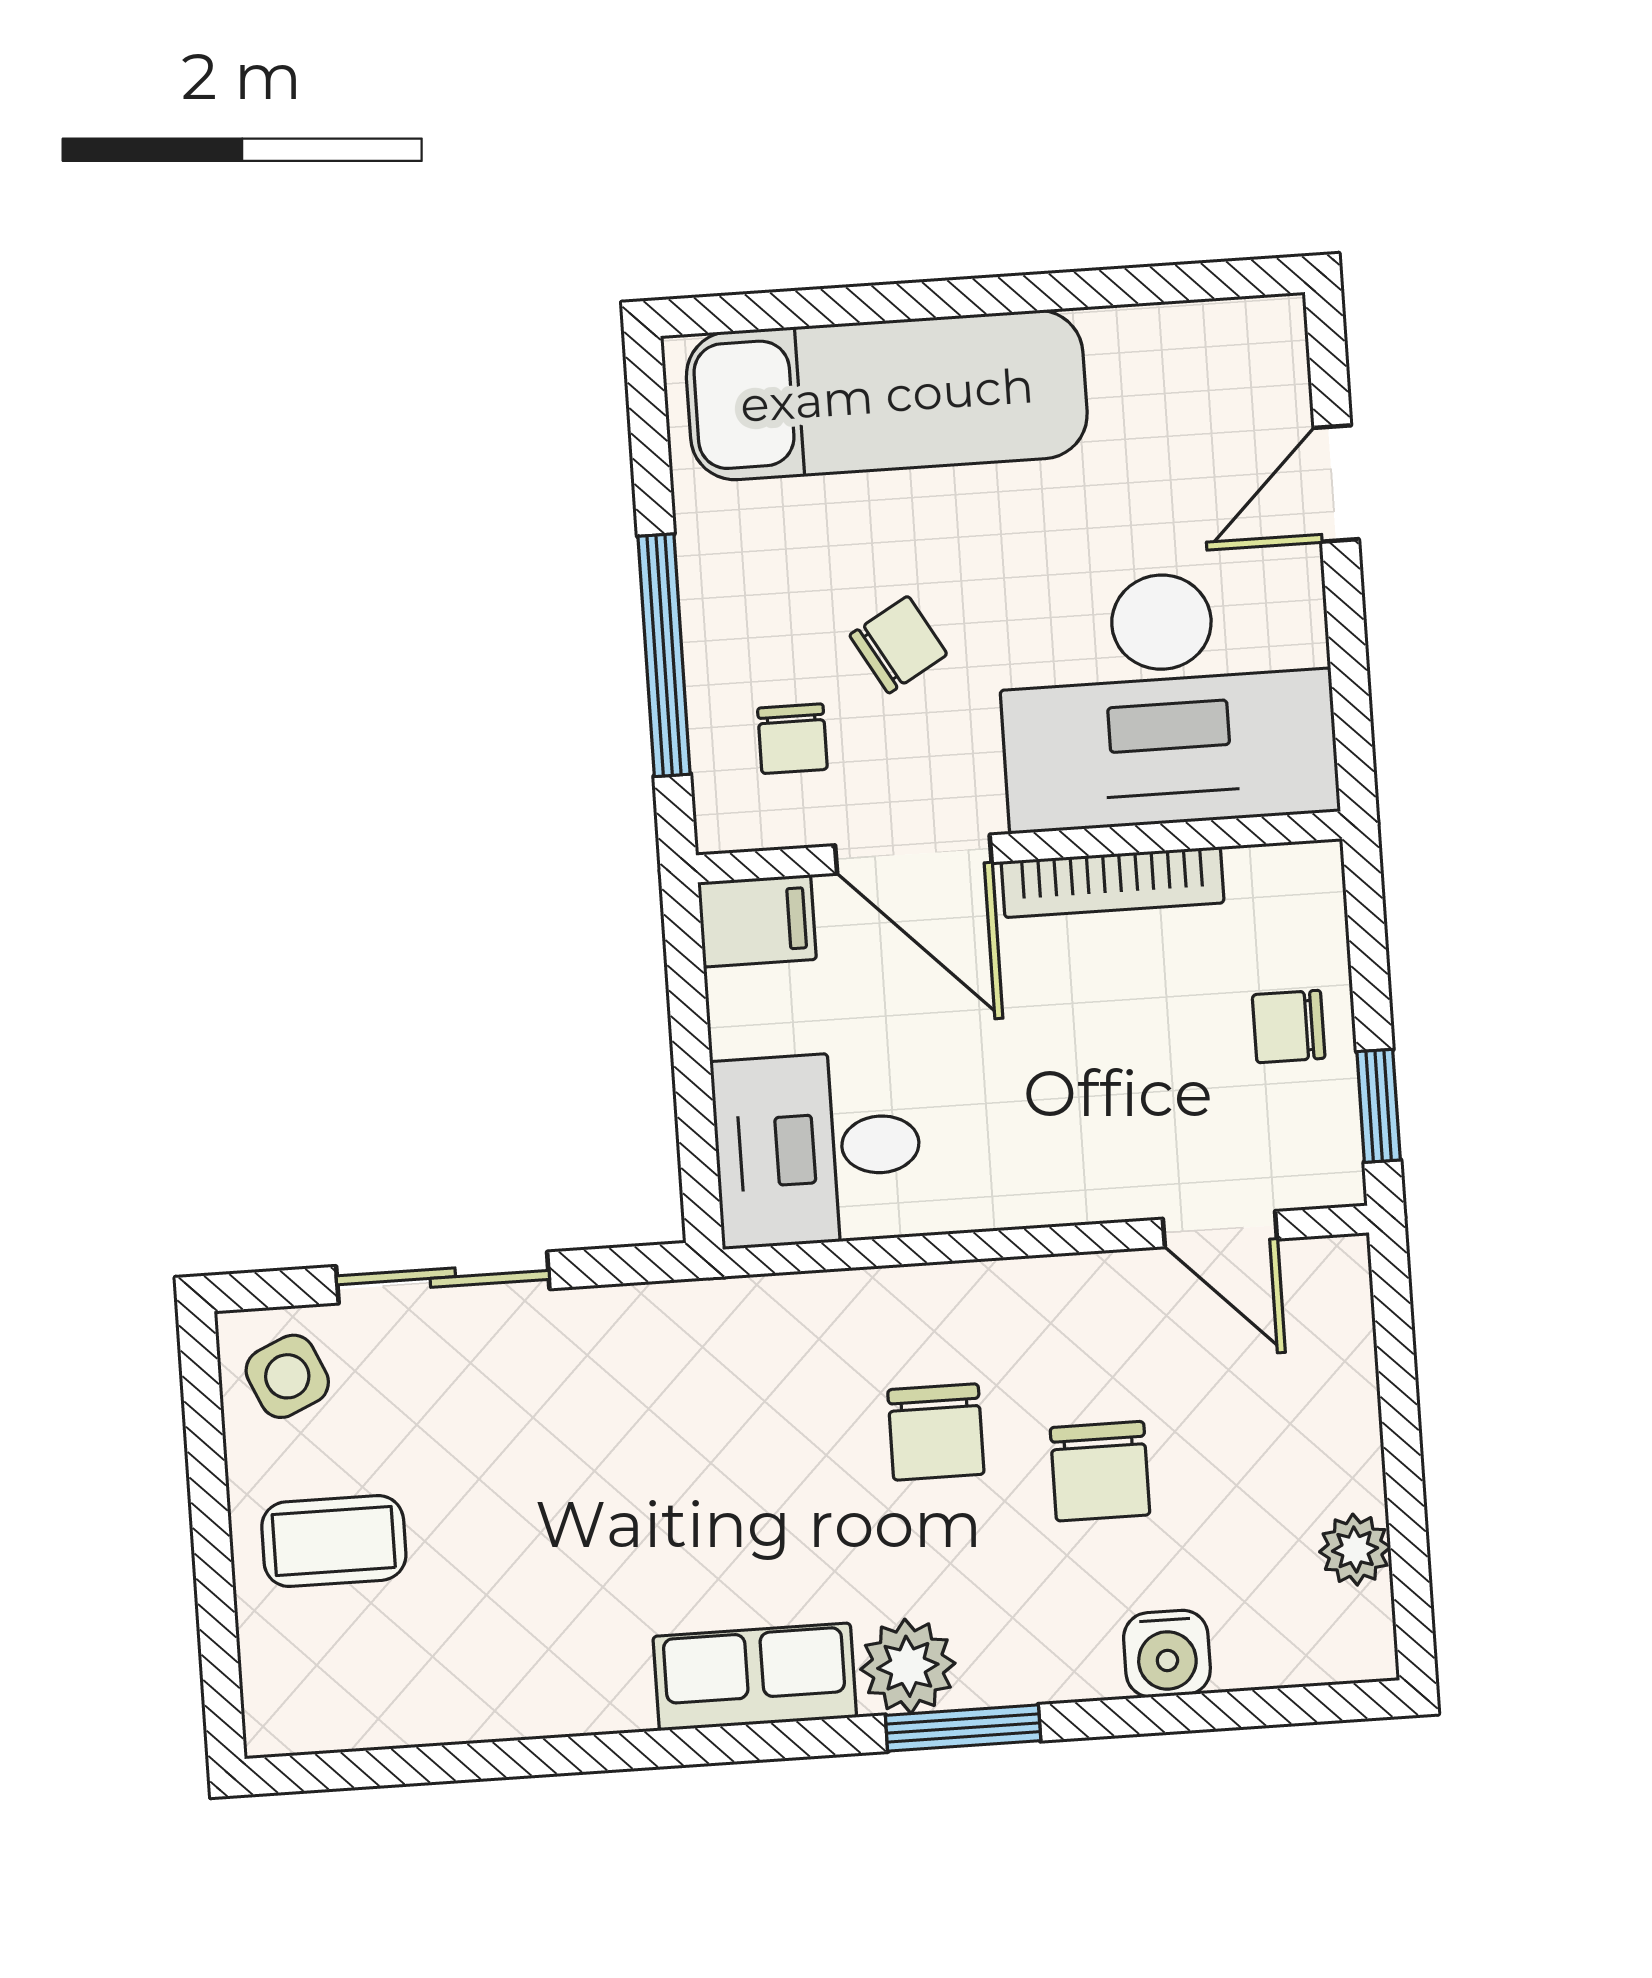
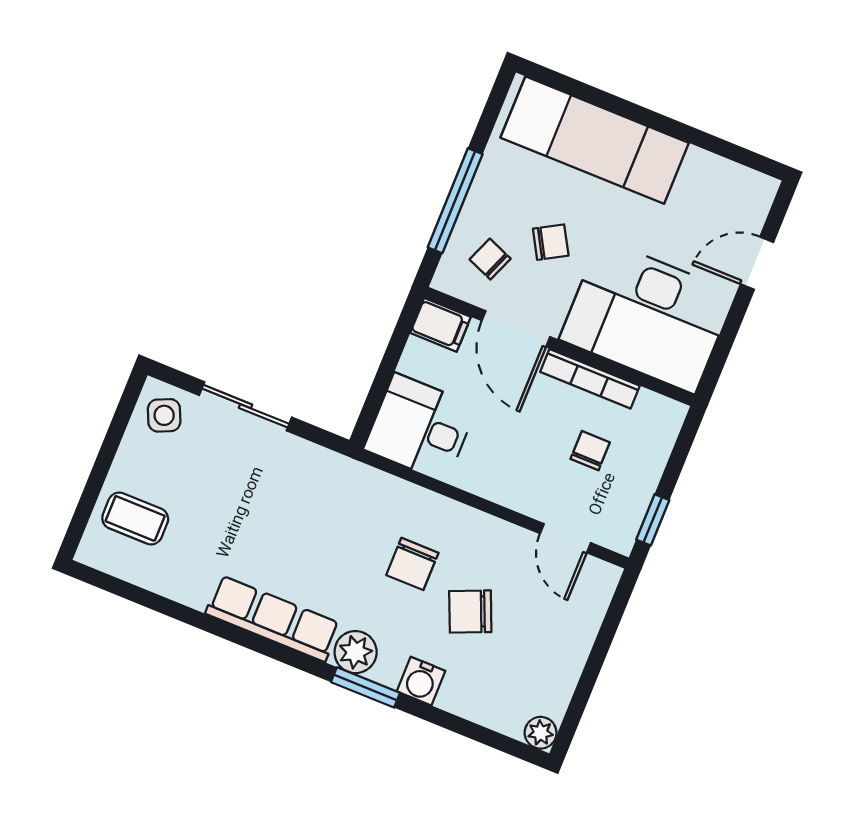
chair: (792, 739) -> (490, 259), turned 112
chair: (1289, 1027) -> (590, 451), moved, turned 90
chair: (1100, 1471) -> (470, 612), turned 67
coffee table: (334, 1541) -> (135, 519), moved
plant: (1355, 1550) -> (541, 733), moved
water cooler: (1167, 1654) -> (421, 681), moved
row of seats: (755, 1677) -> (273, 619), width x1.48

